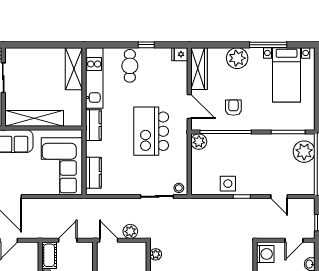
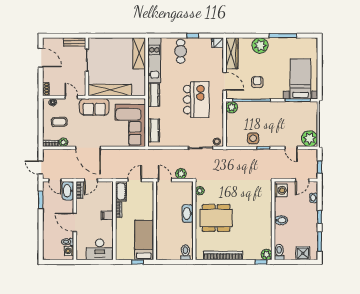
bed with nightstands: (287, 75) -> (301, 79), moved, turned 180
kitchen island: (151, 131) -> (196, 100), turned 180
plant: (304, 152) -> (310, 139), moved

